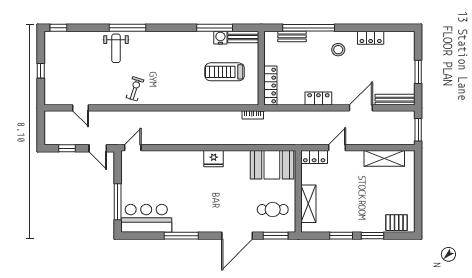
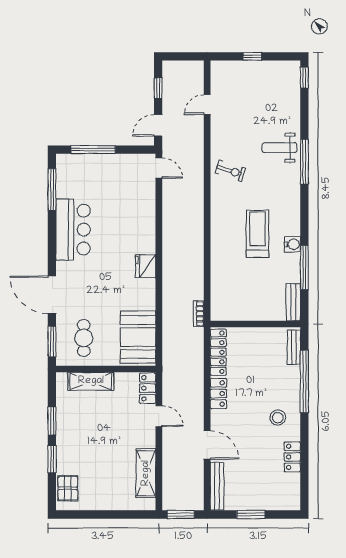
bench: (292, 36) -> (294, 347), moved
water cooler: (220, 38) -> (292, 244), moved
treadmill: (225, 72) -> (257, 234), moved
locker: (270, 86) -> (218, 352), moved, turned -90
bar counter: (146, 218) -> (73, 230), moved
window: (181, 236) -> (52, 190), moved

